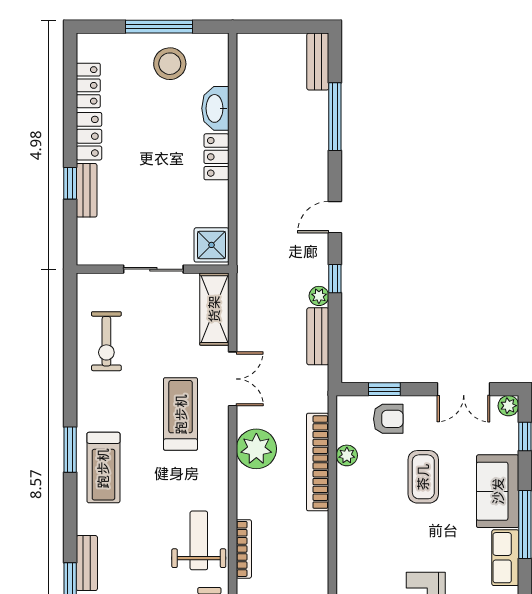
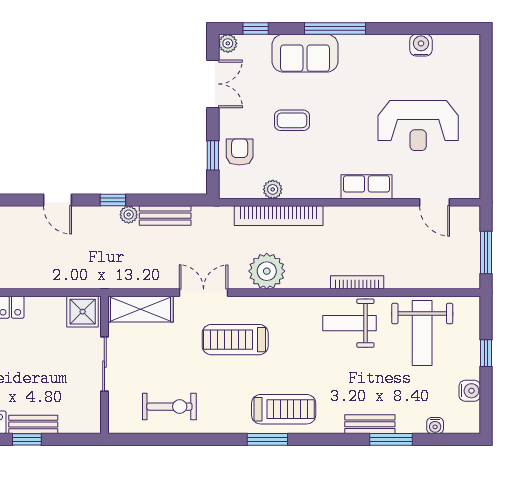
coffee table: (423, 477) -> (292, 120), width x0.73, depth x0.77
row of seats: (505, 558) -> (366, 187), moved, turned 180

